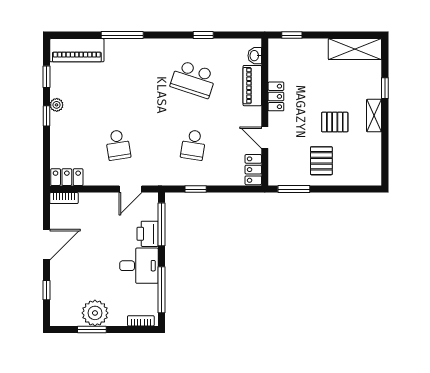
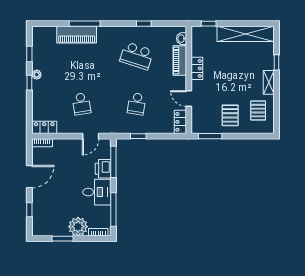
shelving: (355, 49) -> (246, 34), width x1.47
piano: (77, 50) -> (77, 35), moved
pallet: (335, 122) -> (258, 111), moved, turned 90
plant: (95, 313) -> (78, 227), moved

